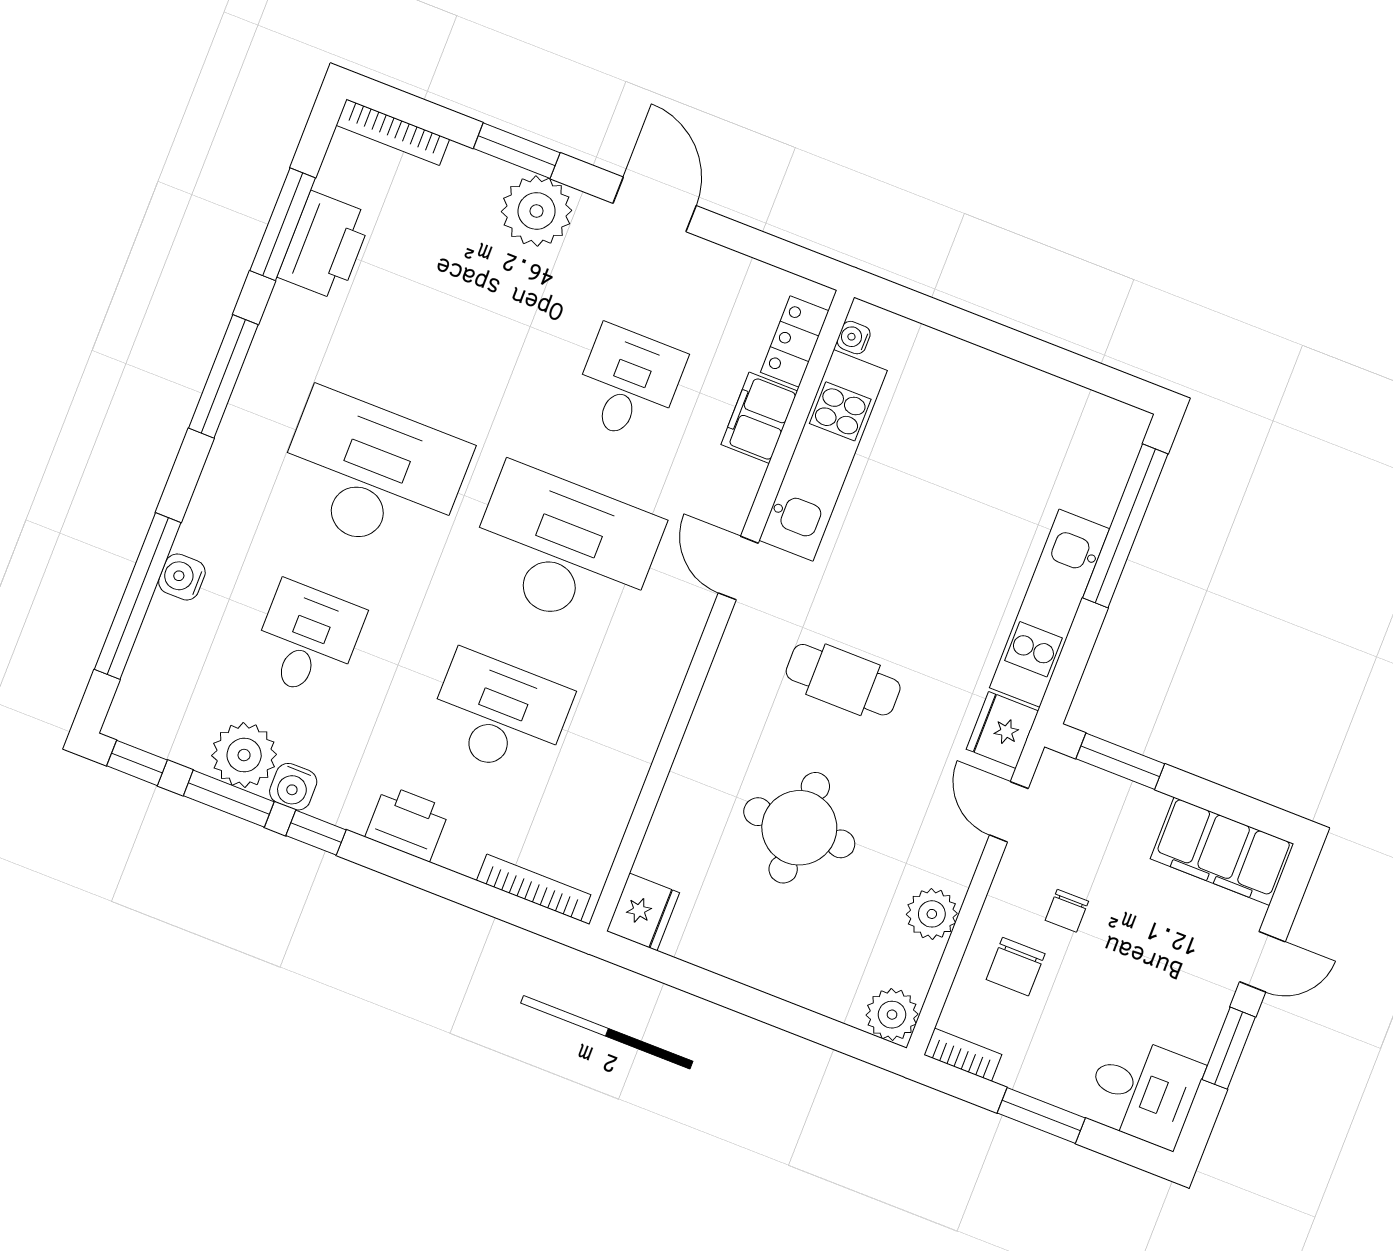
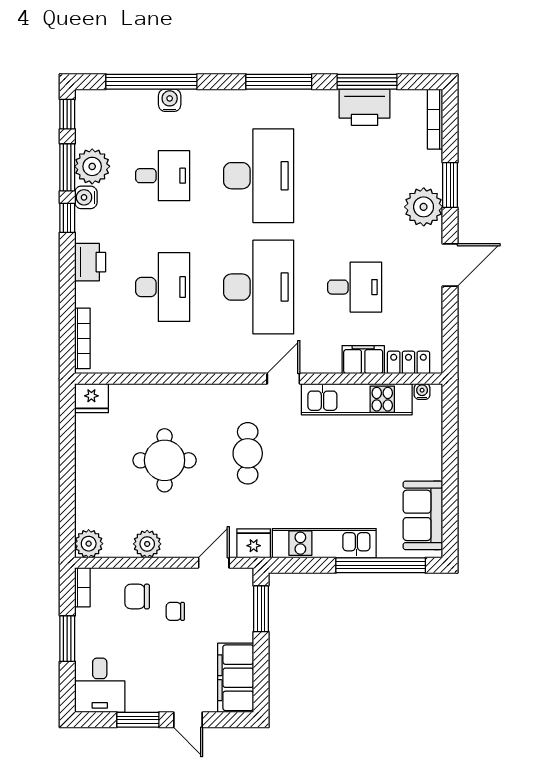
sofa: (1068, 419) -> (423, 515), added

